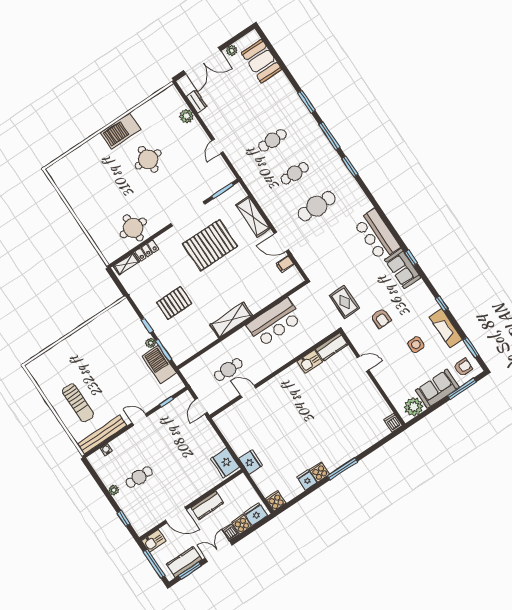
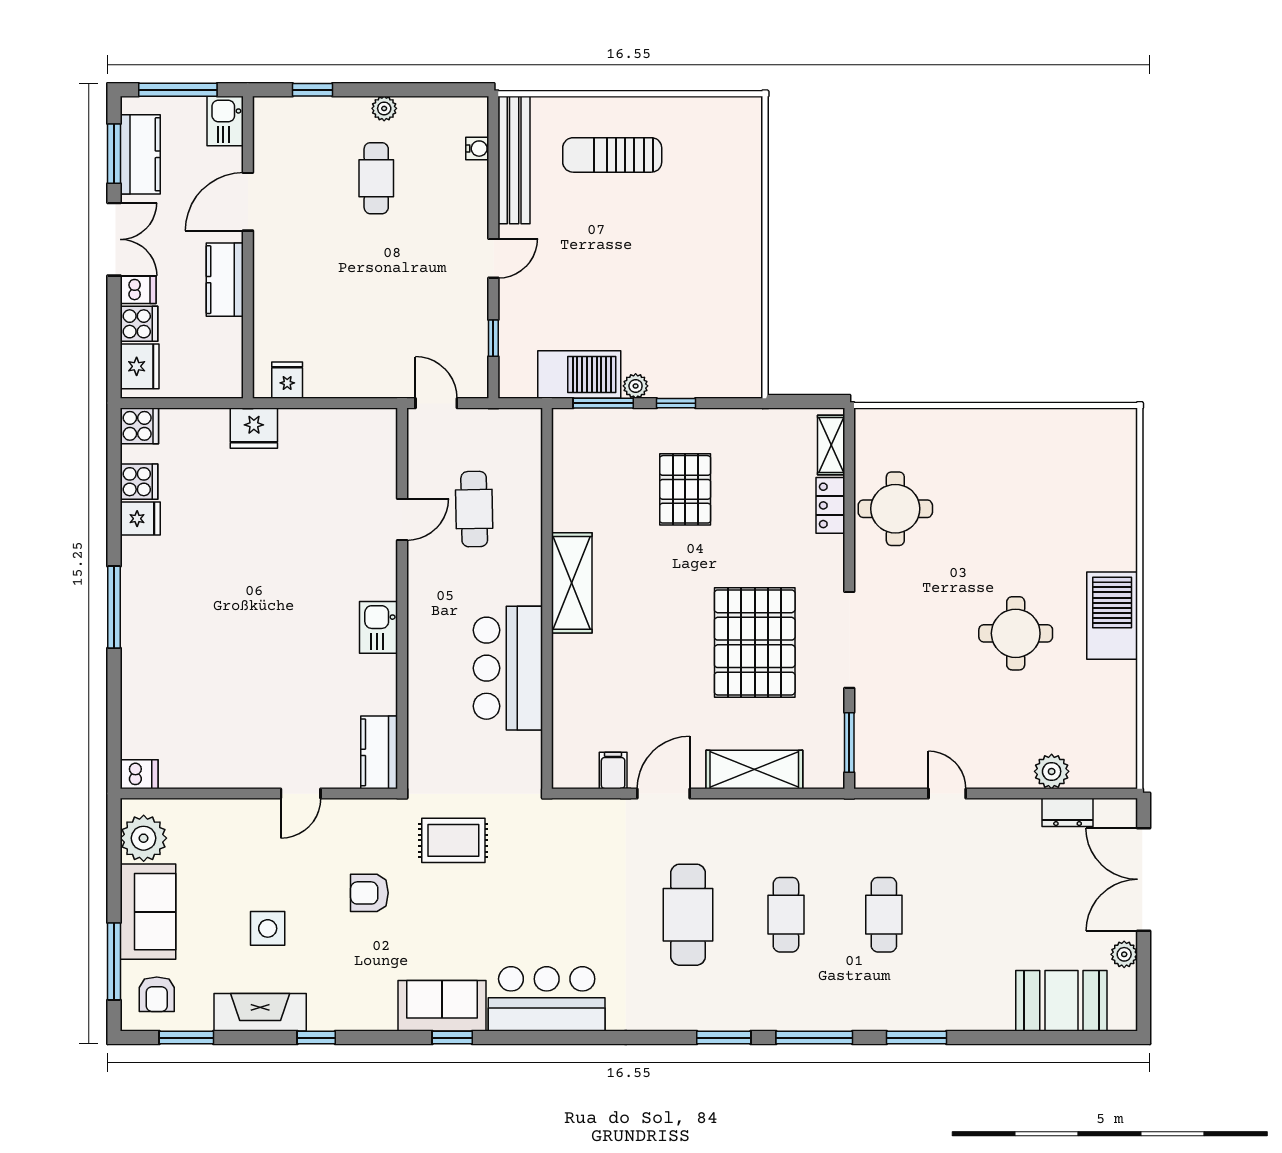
kitchen sink: (310, 362) -> (379, 627), moved
fridge: (225, 463) -> (287, 380), width x0.53, depth x0.75
cooker: (319, 472) -> (139, 482), moved

